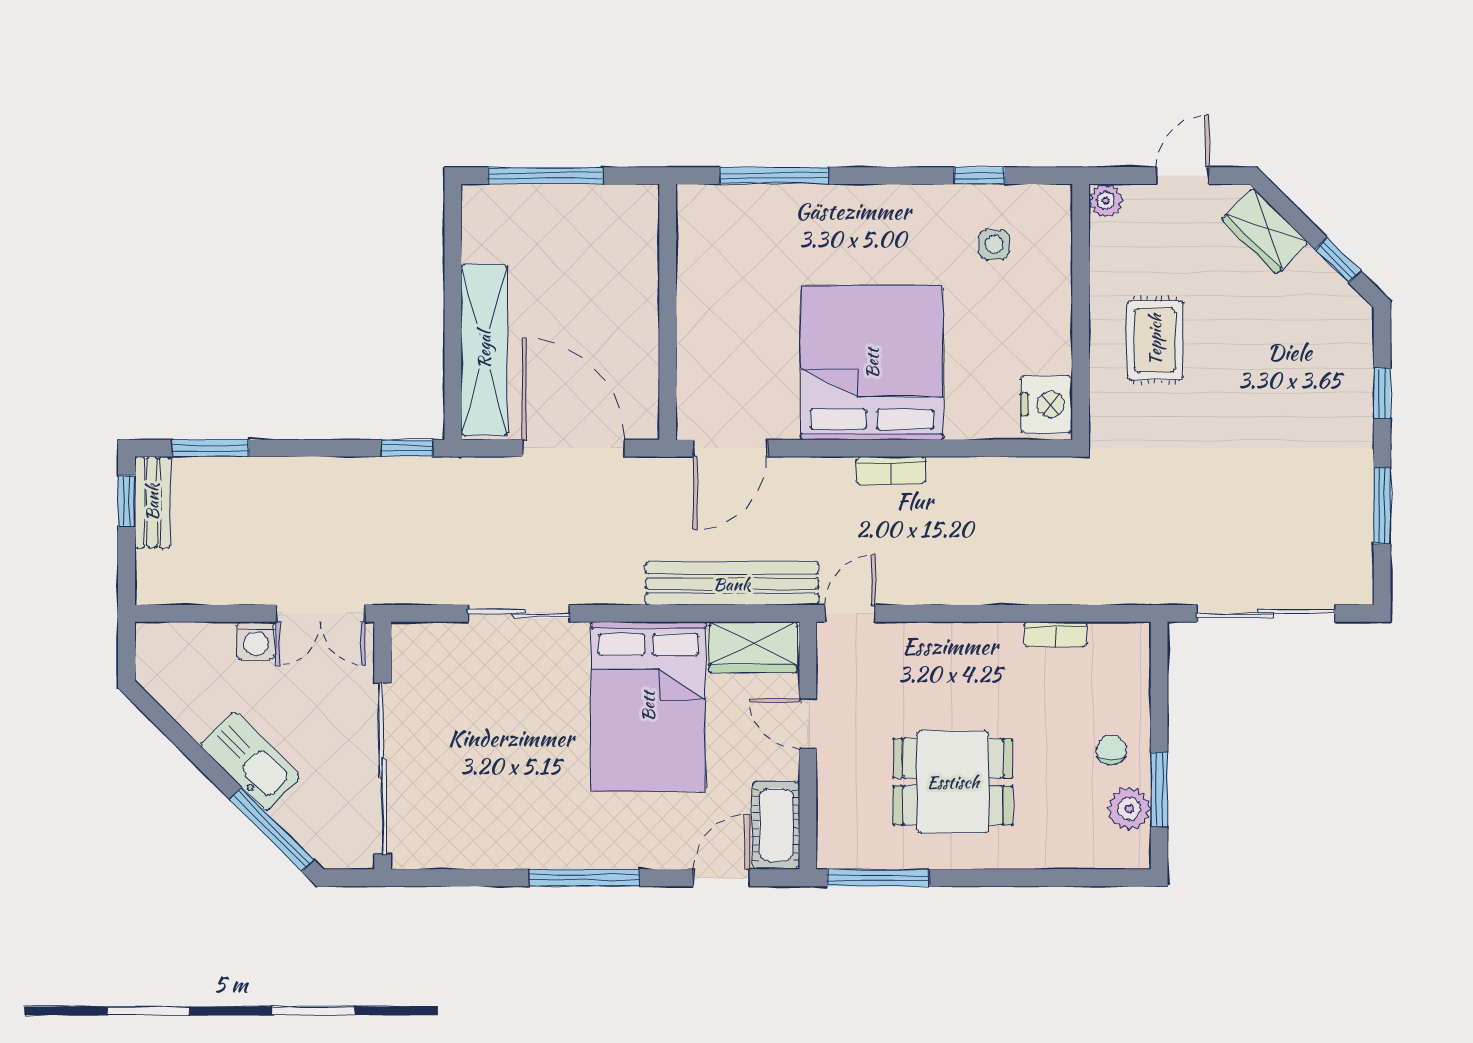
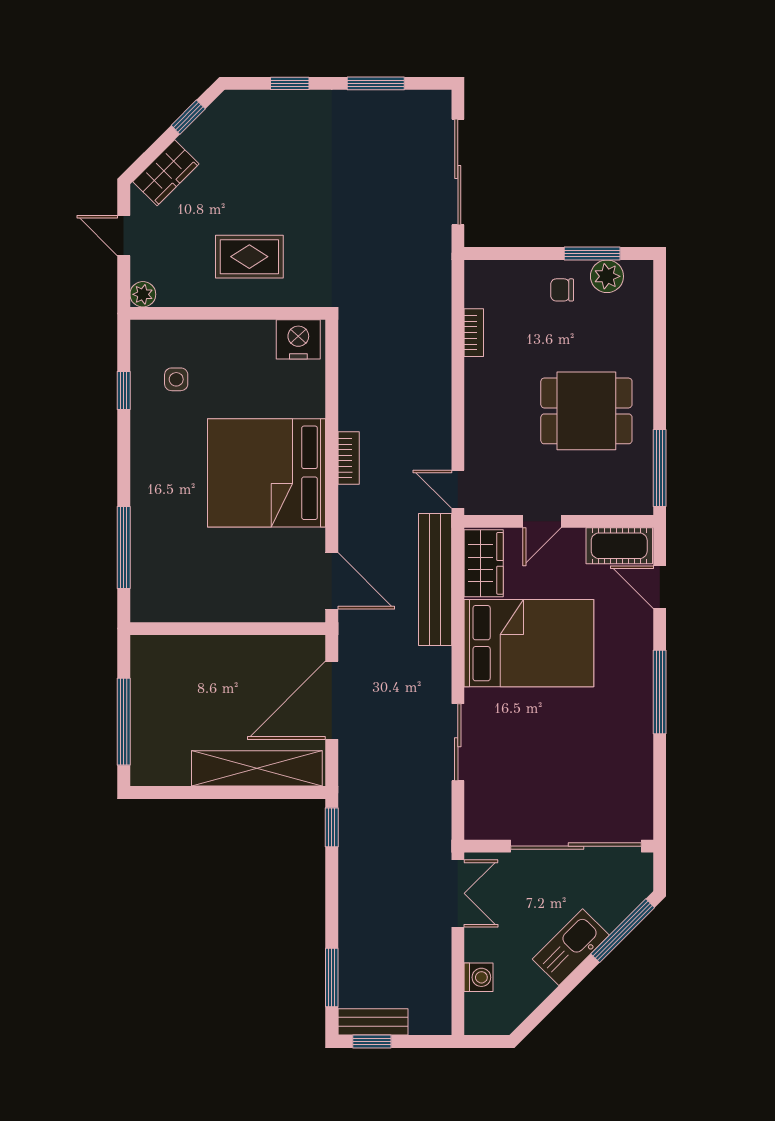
washing machine: (256, 641) -> (479, 977), moved
dining table: (953, 782) -> (586, 411), turned 90

